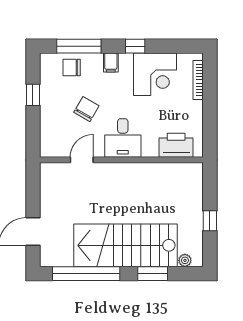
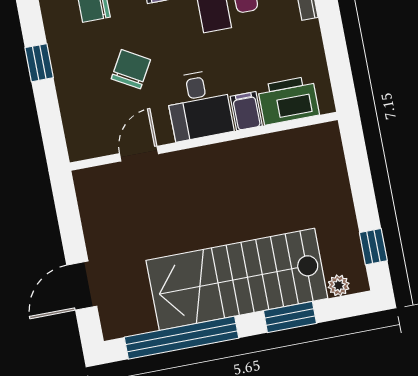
filing cabinet: (150, 147) -> (246, 111), added
window: (210, 221) -> (373, 247), moved

